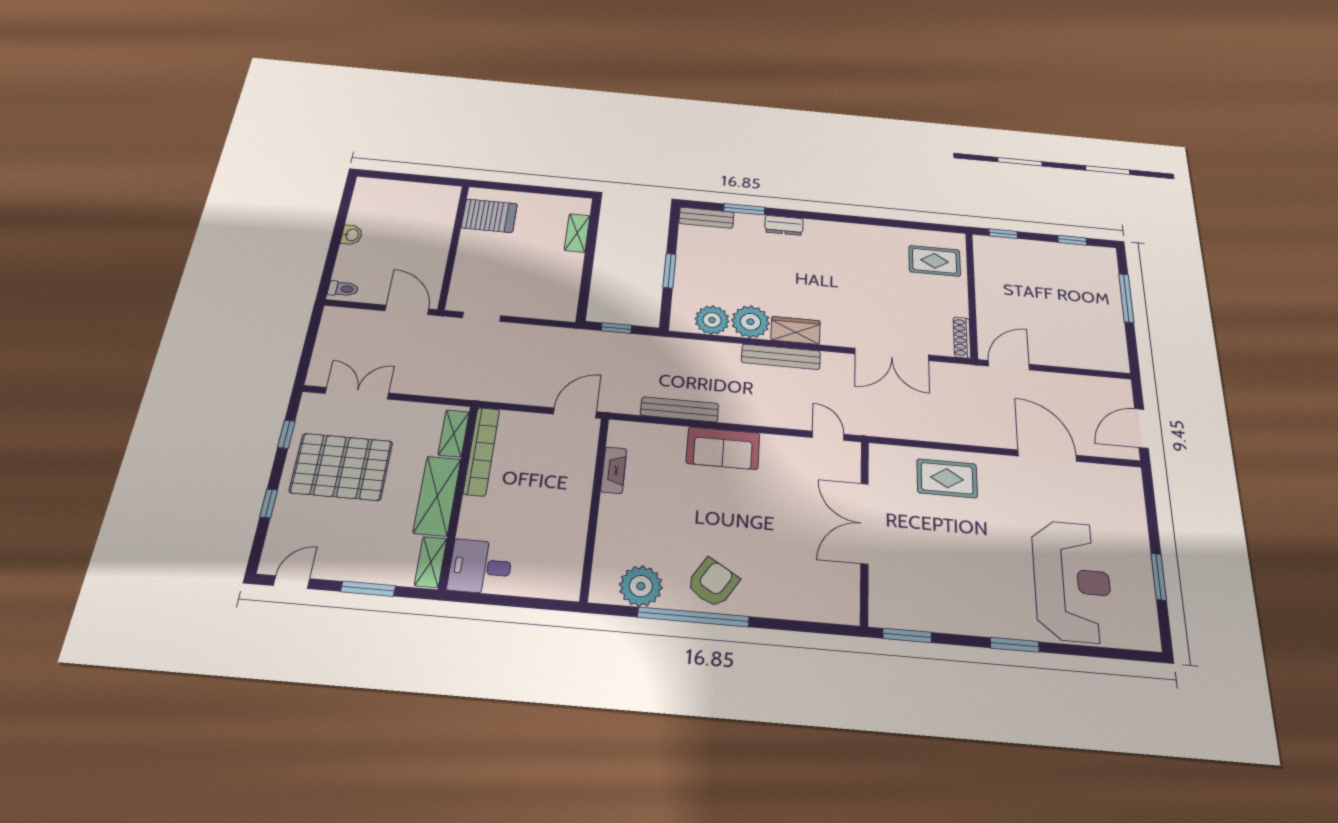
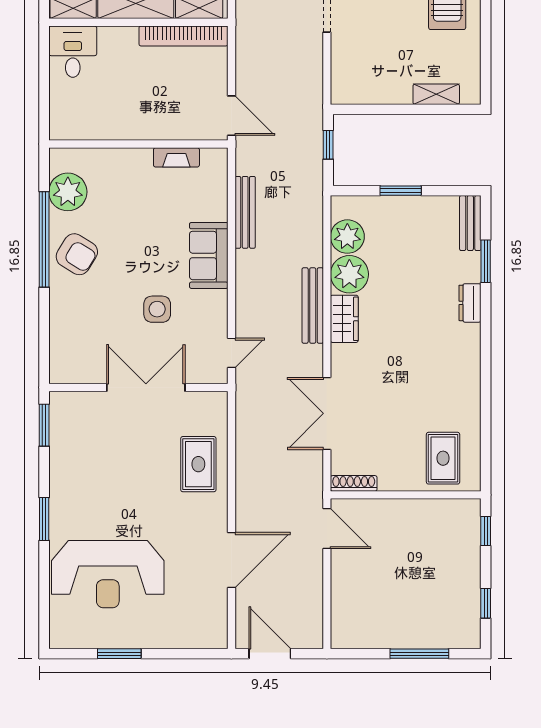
side table: (779, 504) -> (157, 309), added

